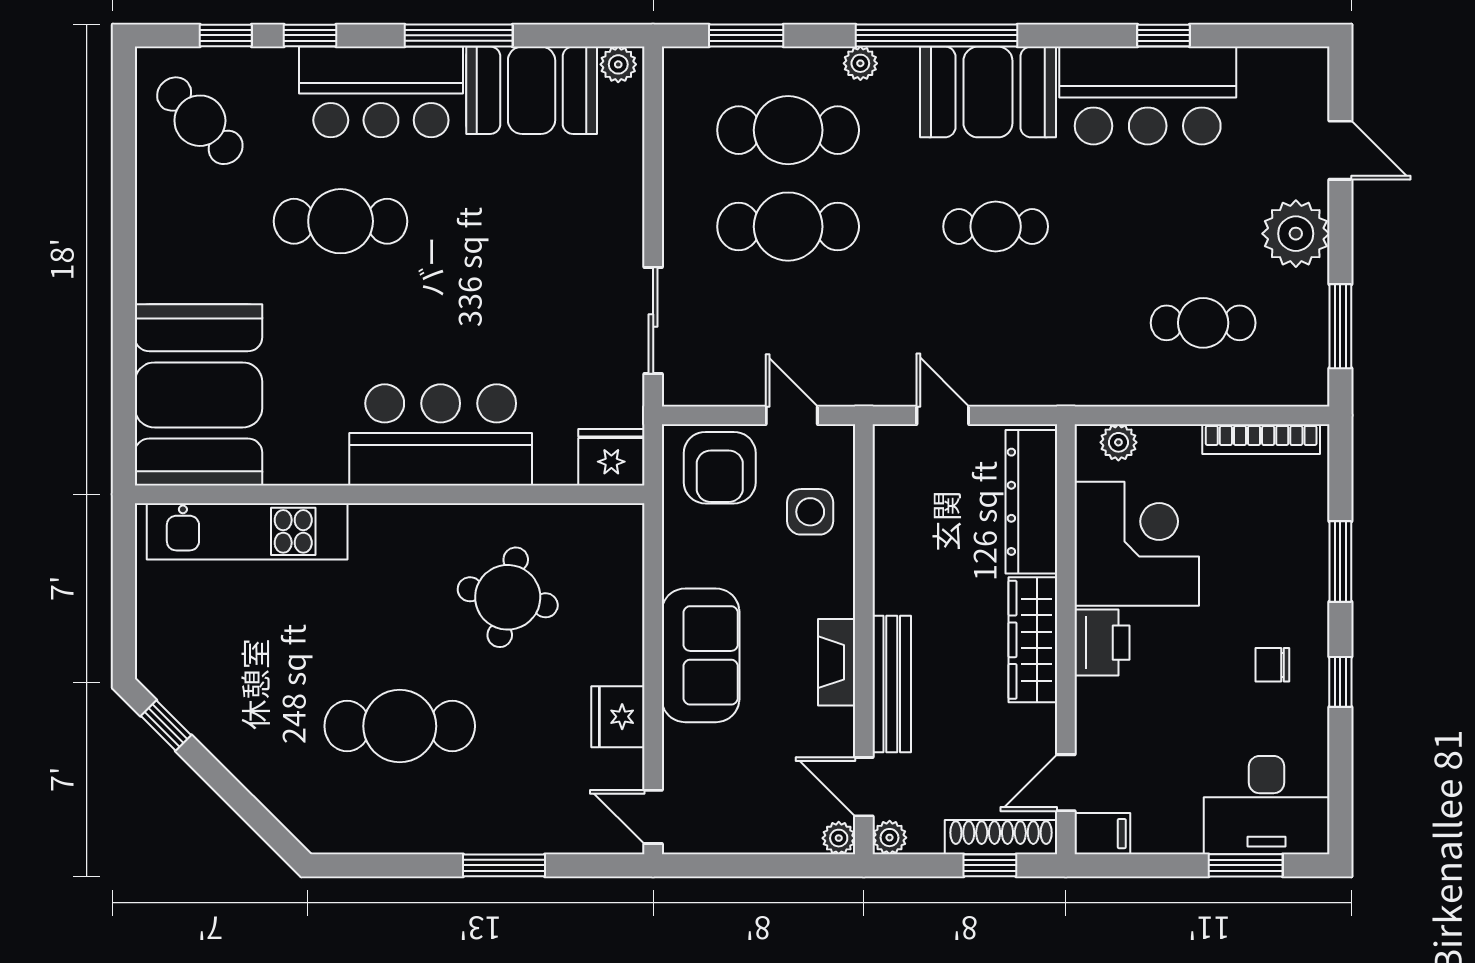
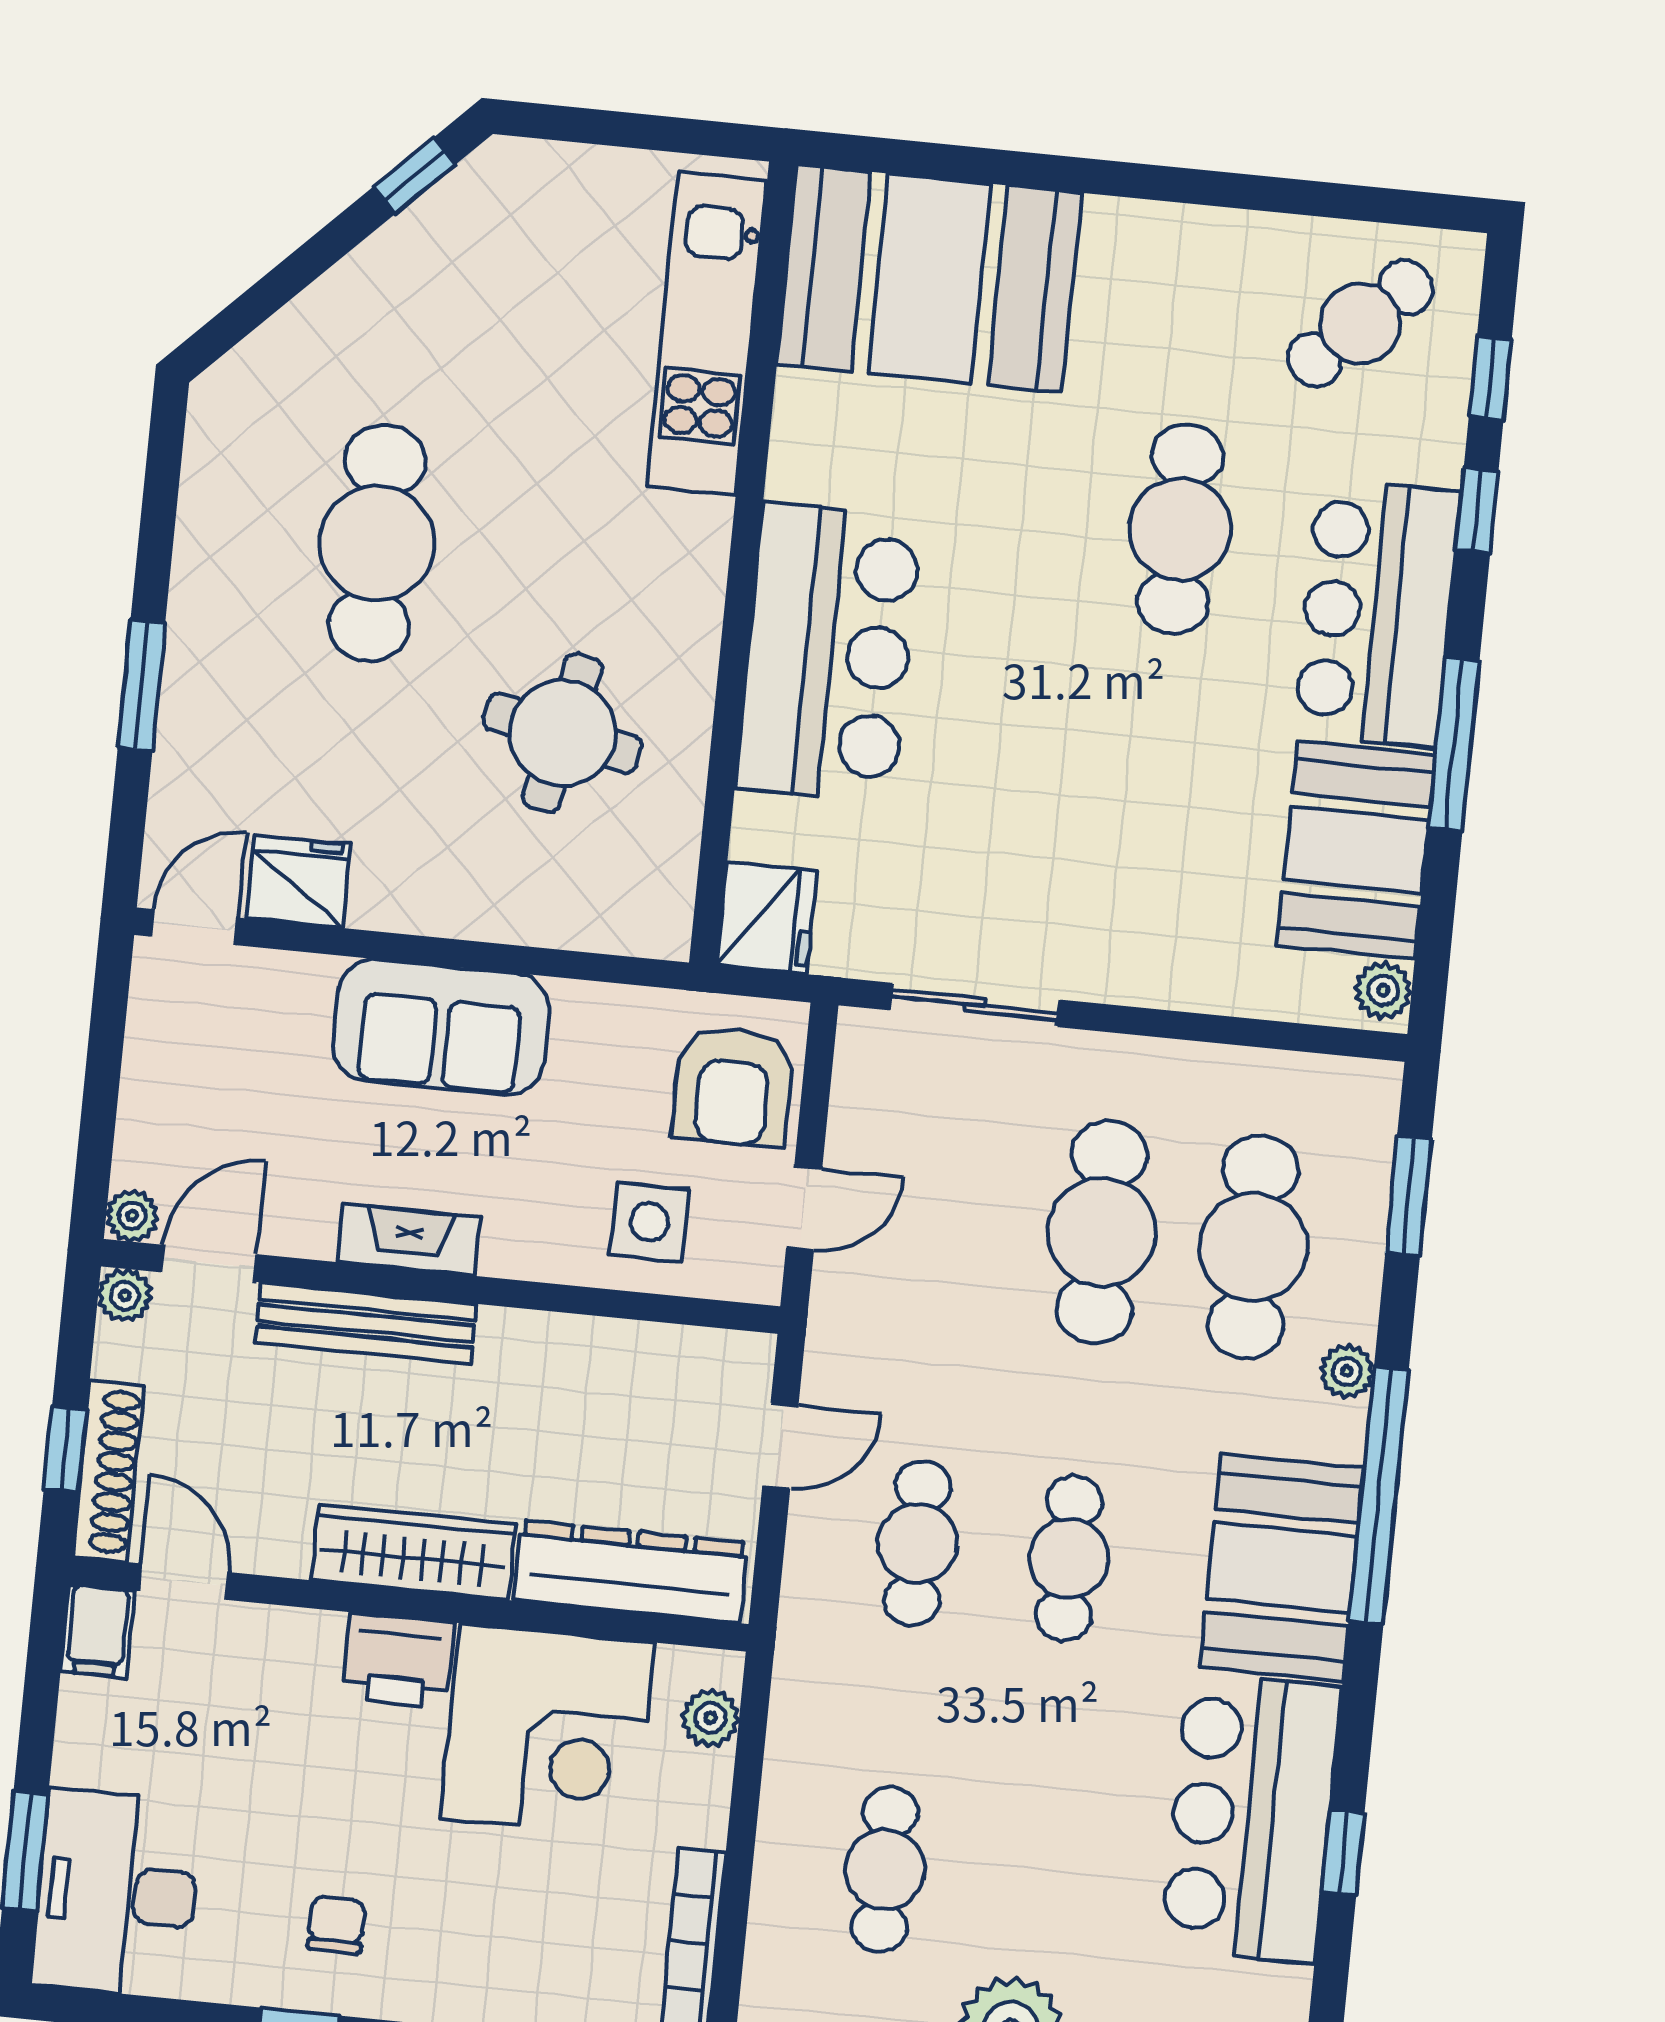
cafe table: (996, 323) -> (917, 1543), added
armchair: (720, 468) -> (733, 1087), turned -90
fridge: (618, 717) -> (299, 882), moved

